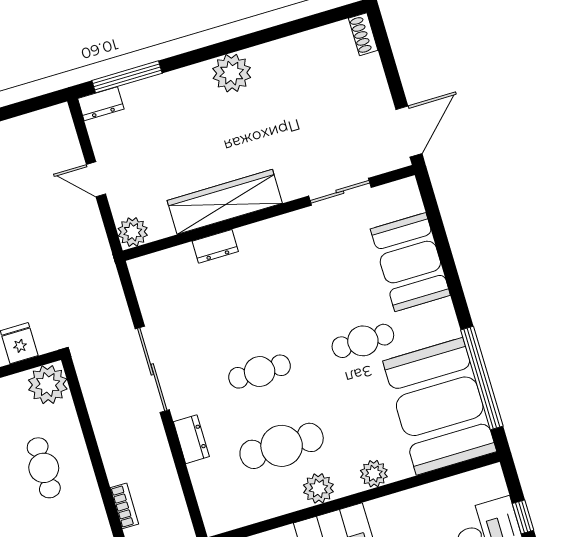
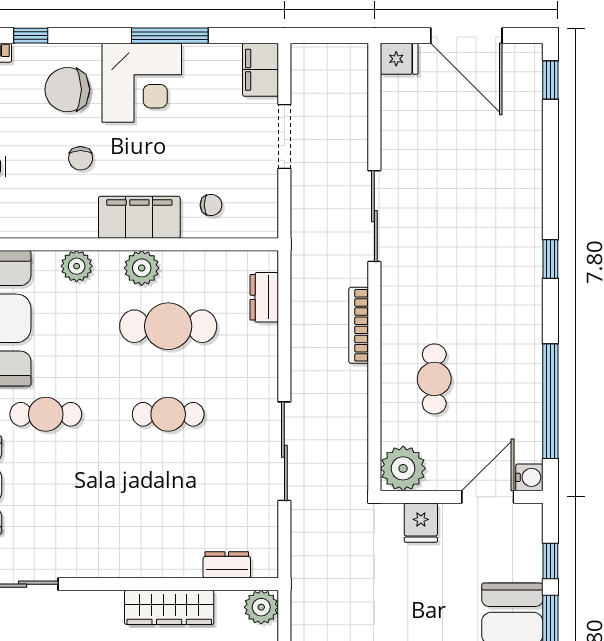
wardrobe: (225, 202) -> (169, 607), width x0.71, depth x0.85
dresser: (215, 246) -> (227, 565), moved
dresser: (191, 439) -> (264, 297), moved
bookcase: (124, 506) -> (359, 325), width x1.56

